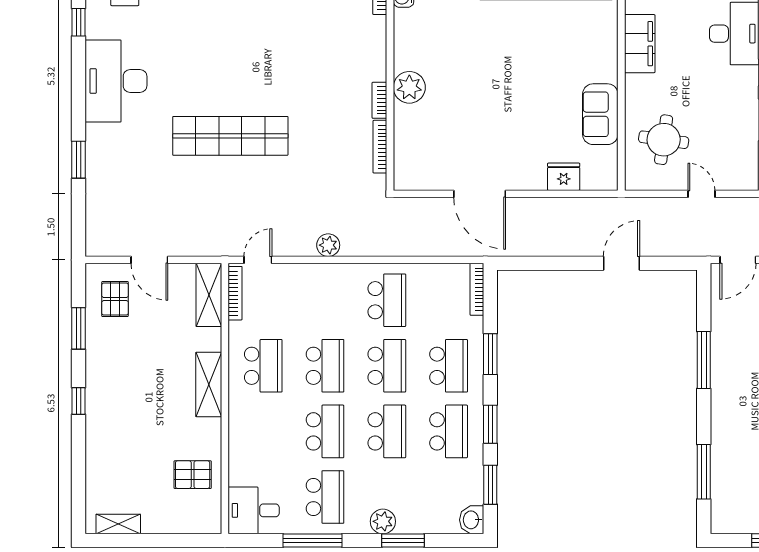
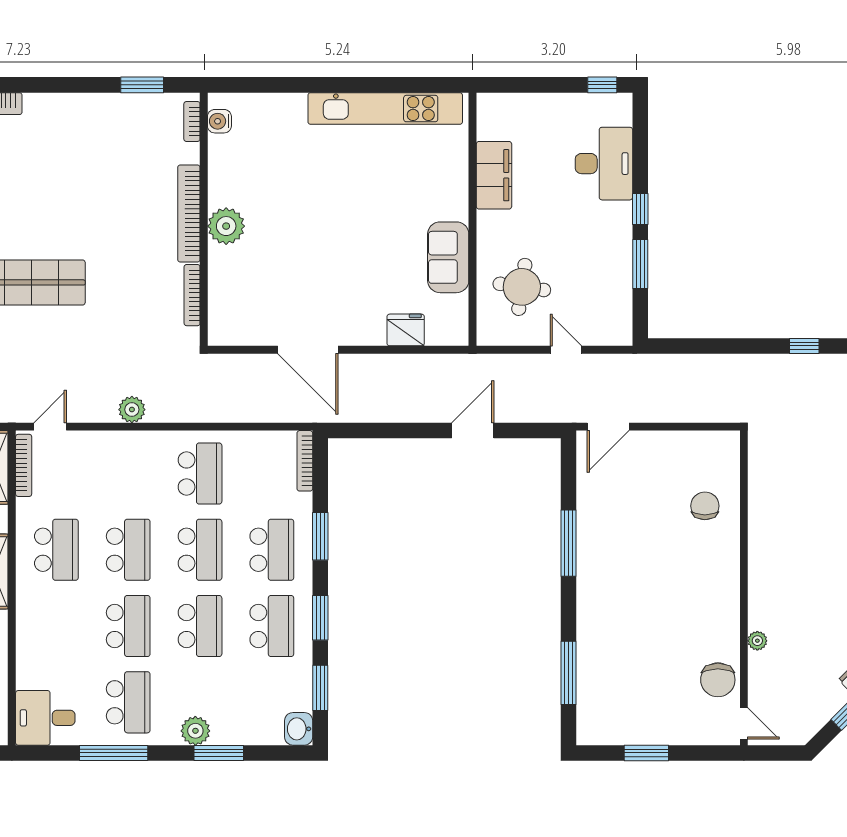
bookcase: (379, 100) -> (189, 213), width x2.31, depth x1.31

